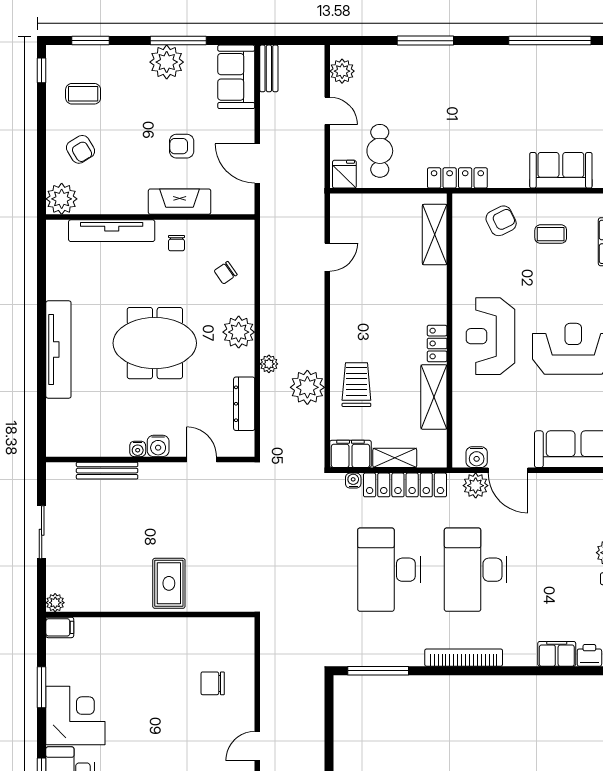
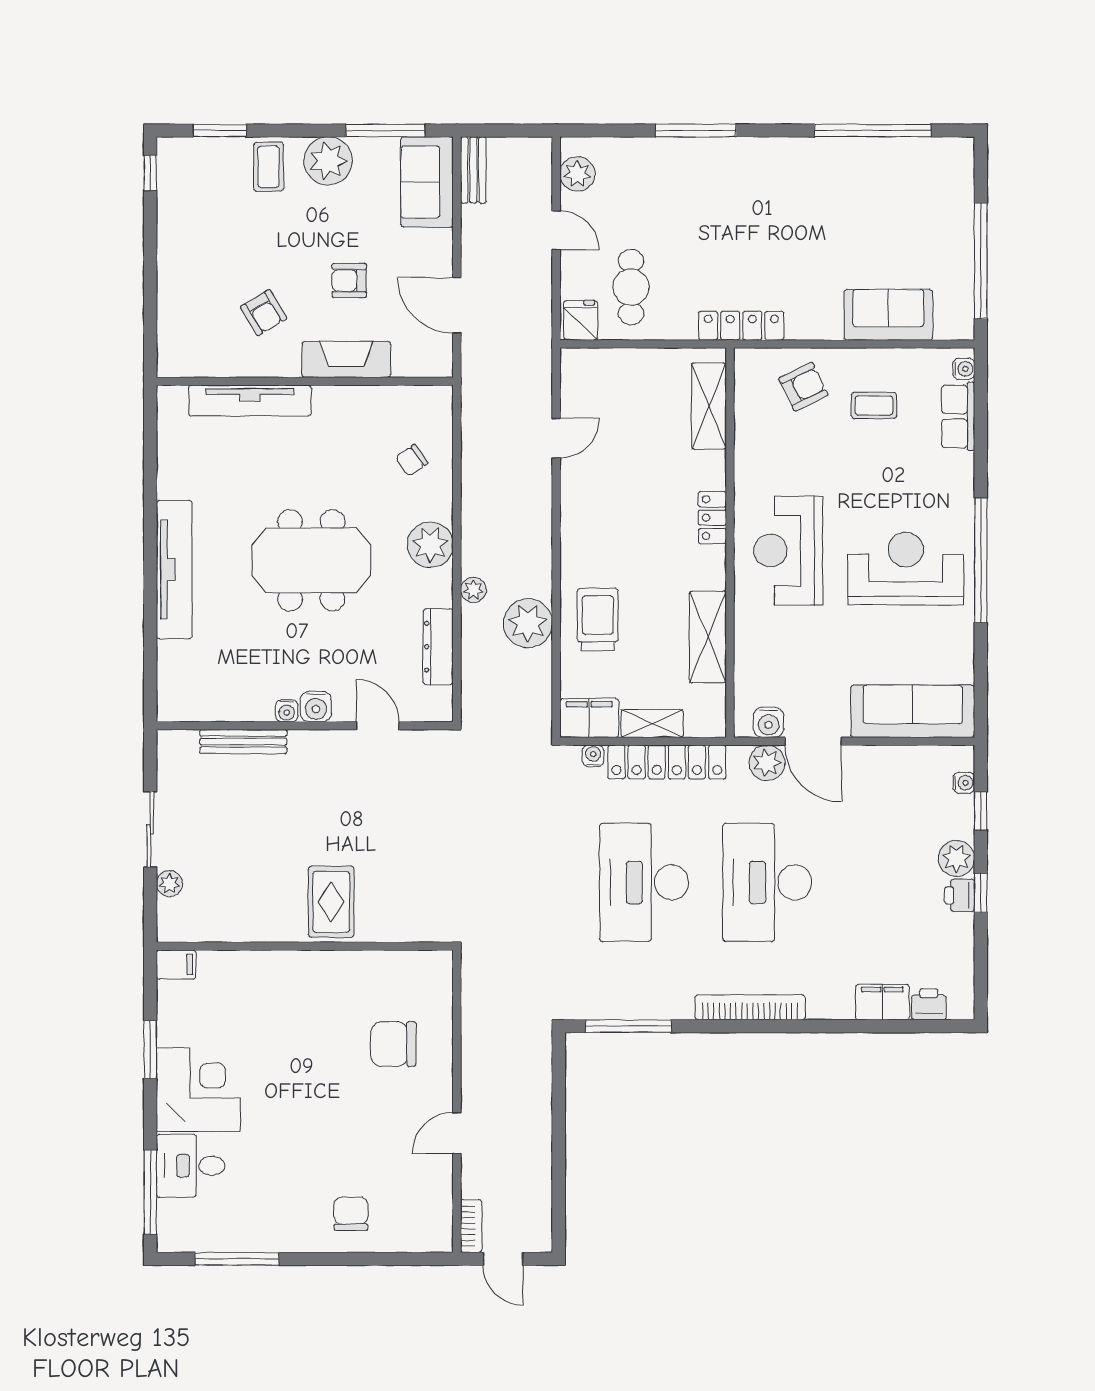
window: (178, 41) -> (385, 130), moved
coffee table: (83, 94) -> (268, 167), moved, turned 90
armchair: (80, 149) -> (264, 313), moved
plant: (62, 199) -> (179, 355), removed
chair: (176, 243) -> (342, 418), removed
locker: (437, 343) -> (712, 518), moved
plant: (55, 603) -> (170, 884), moved
chair: (213, 683) -> (393, 1044), width x1.37, depth x1.37

